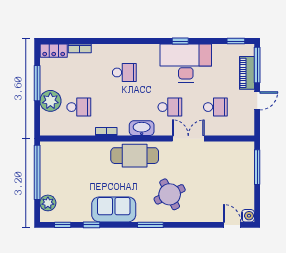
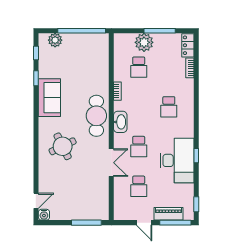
window: (150, 225) -> (36, 130), removed

